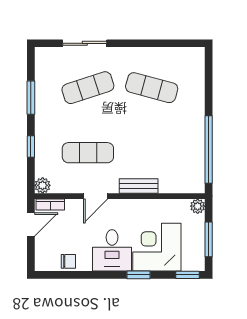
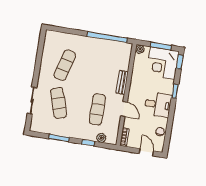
plant: (43, 185) -> (101, 138), moved
door: (31, 224) -> (146, 152), moved
corner desk: (157, 247) -> (163, 63), moved

